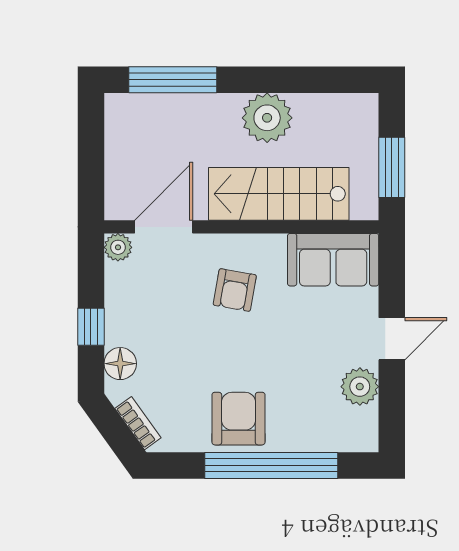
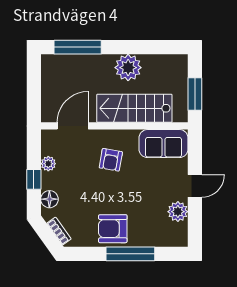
plant: (118, 247) -> (48, 164), moved
armchair: (238, 419) -> (113, 229), turned -90
window: (271, 465) -> (130, 254), width x0.68

